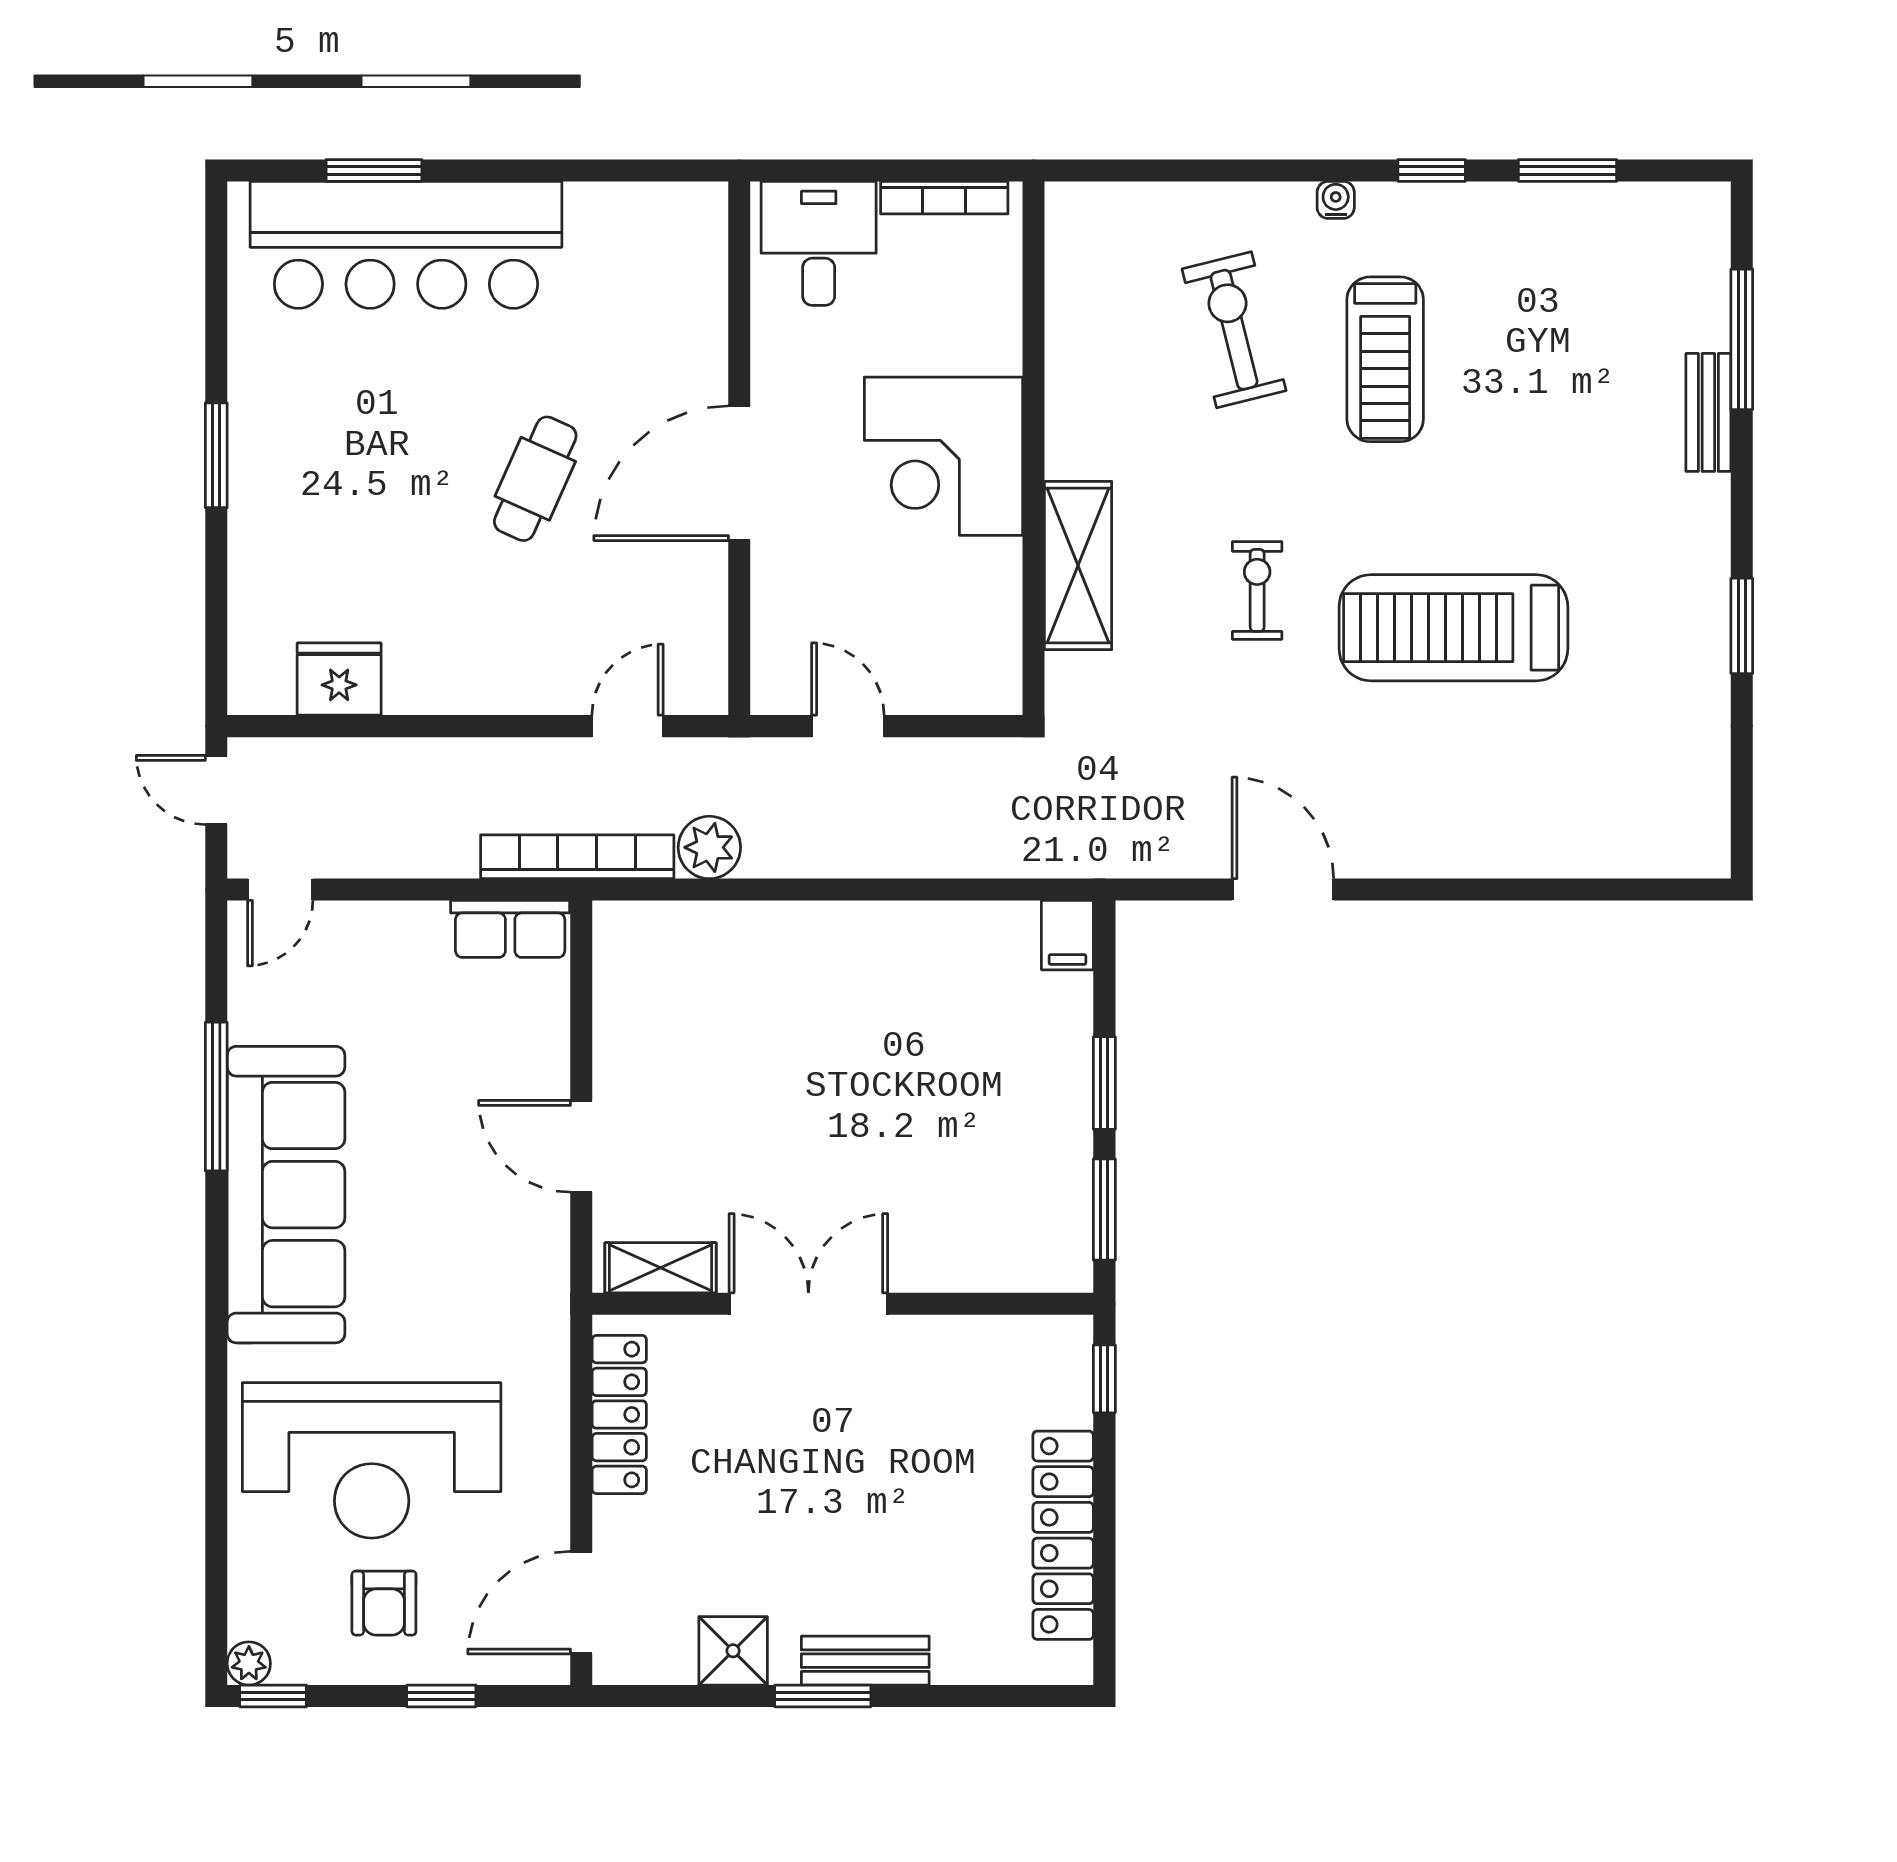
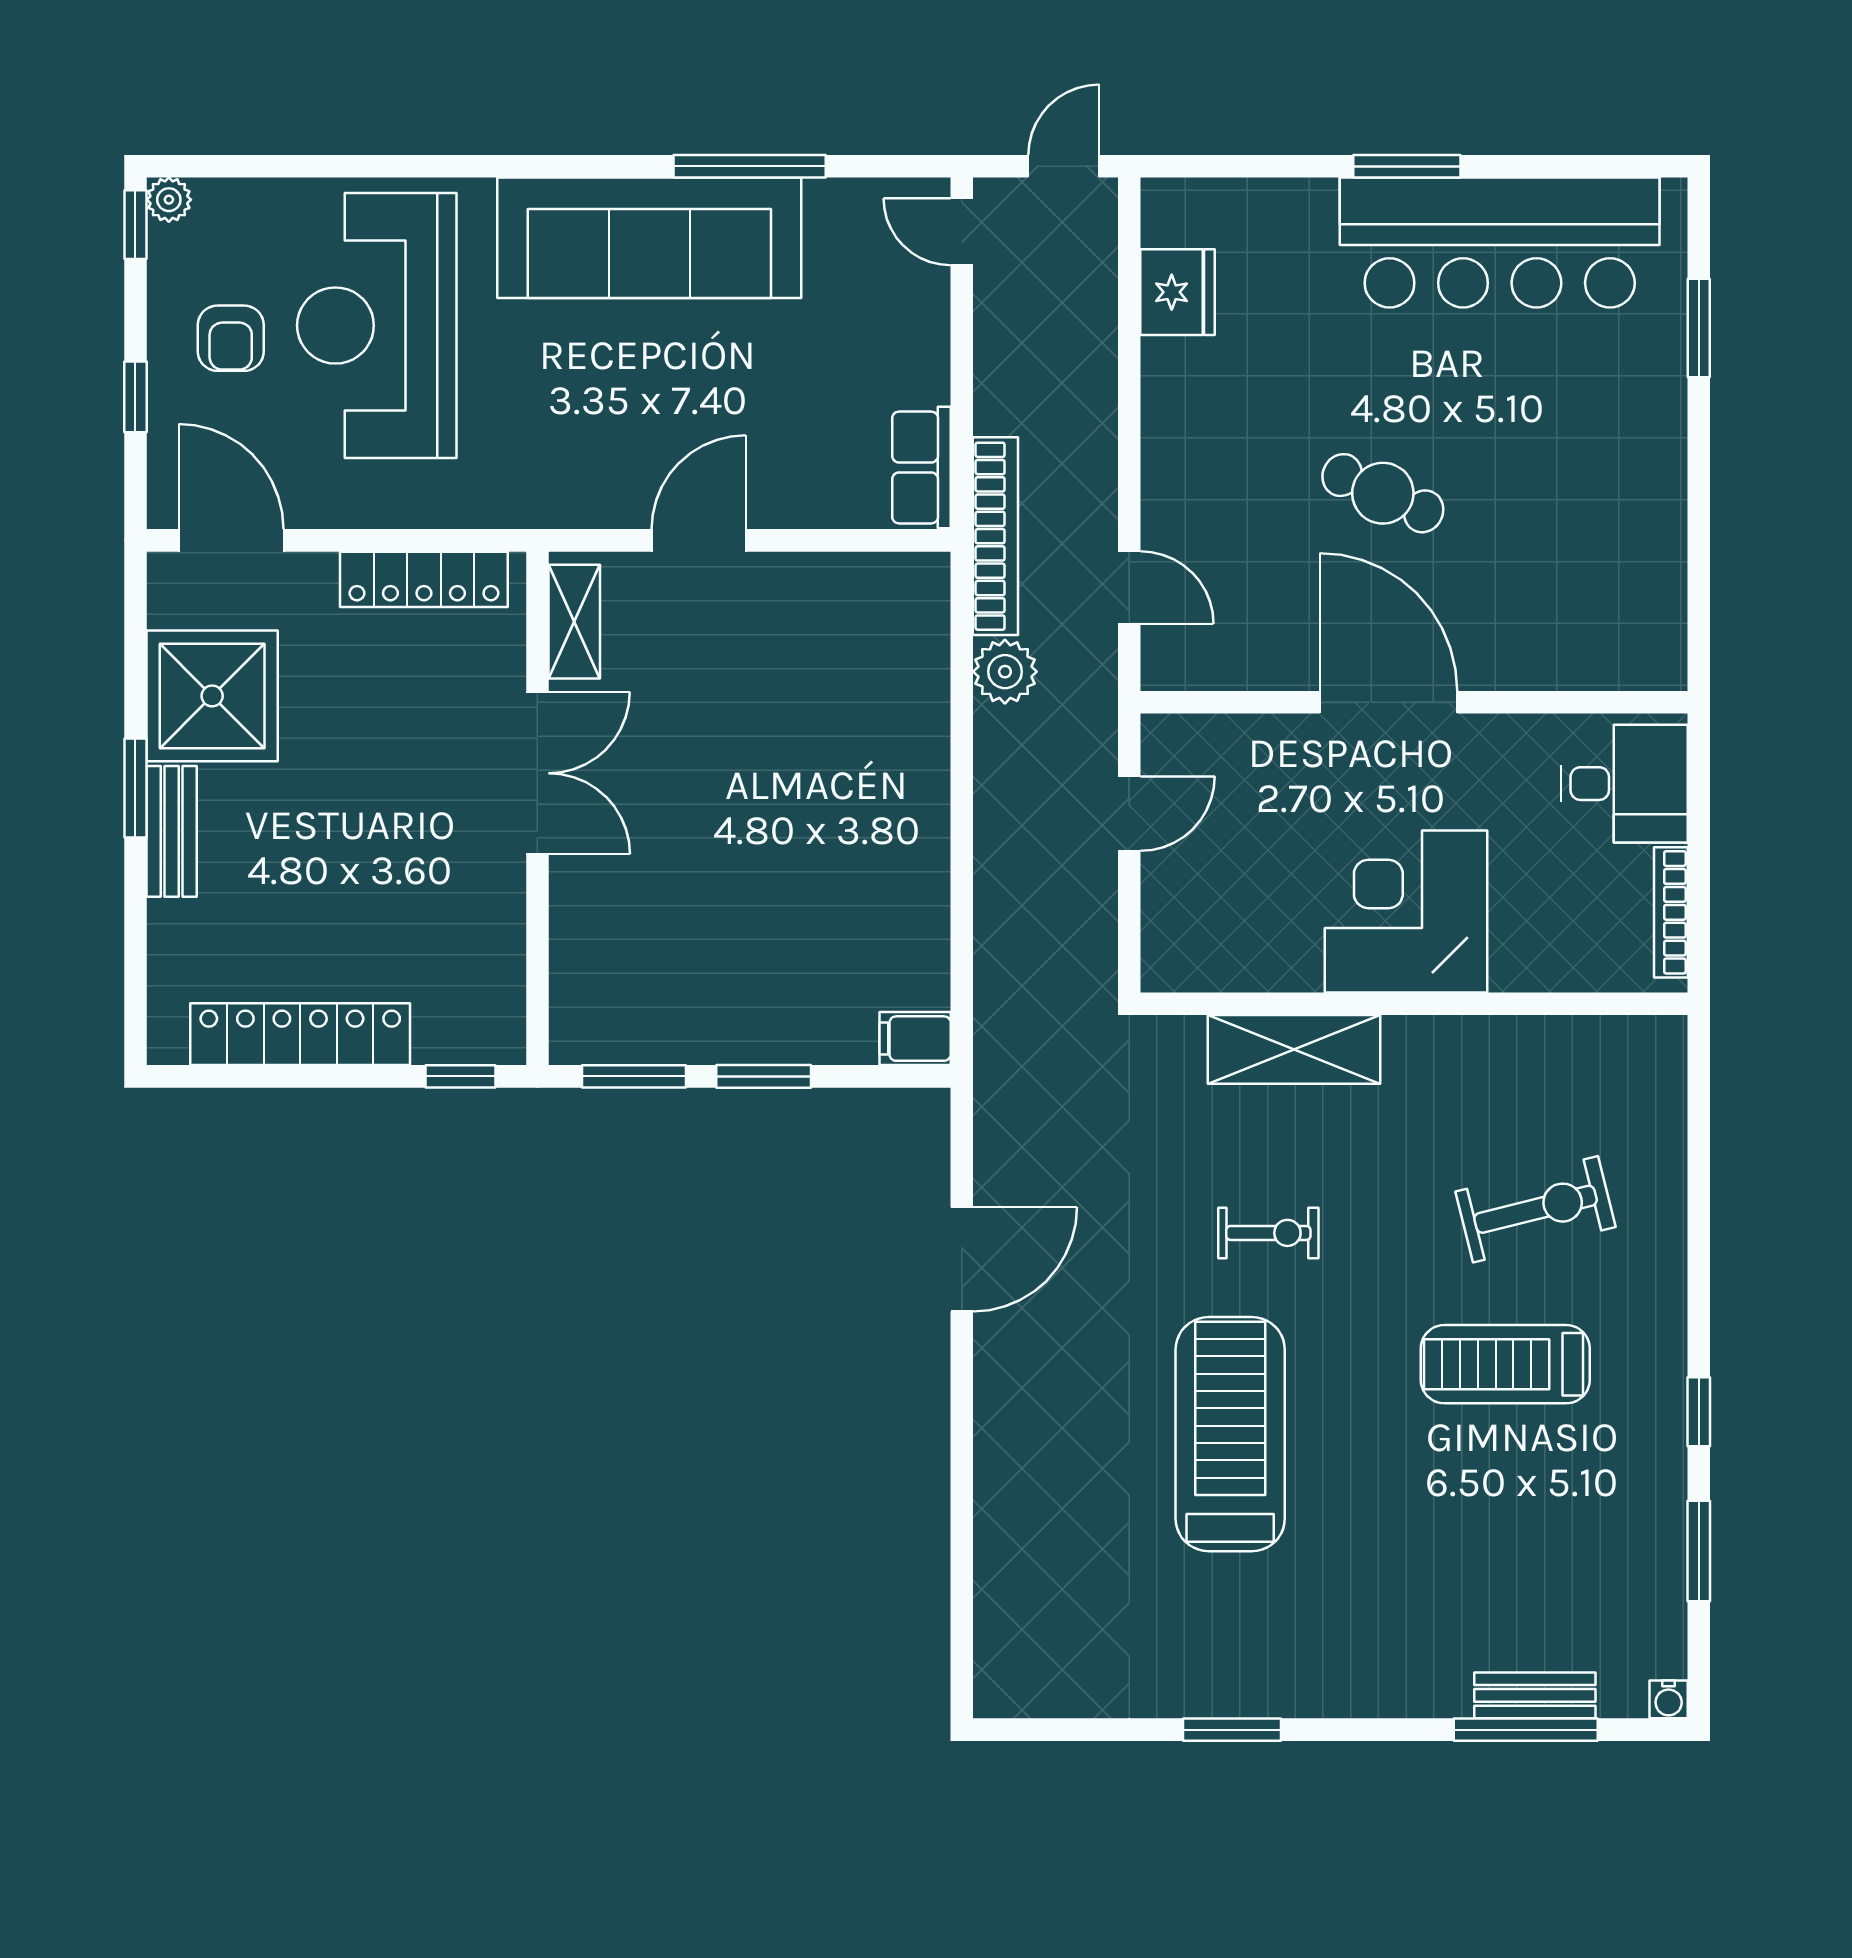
water cooler: (1336, 200) -> (1669, 1699), moved, turned 90
bar counter: (406, 245) -> (1500, 243), moved, turned -90
bench: (1708, 412) -> (1535, 1695), moved
armchair: (384, 1603) -> (231, 338), turned -90
shower: (733, 1651) -> (212, 696), width x1.86, depth x1.86

